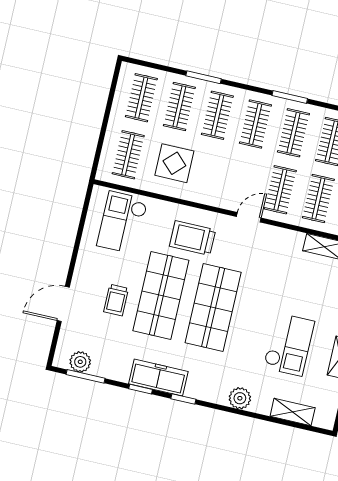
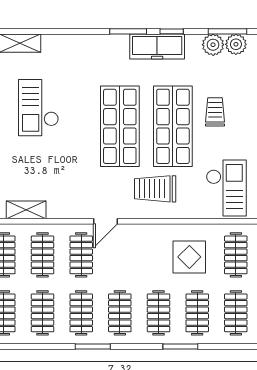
trolley: (192, 238) -> (155, 189), turned 180
plant: (240, 398) -> (213, 45), moved
window: (183, 399) -> (128, 31), width x1.50

